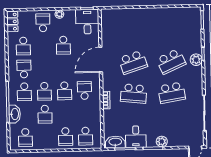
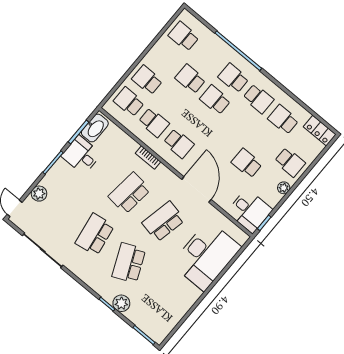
desk: (131, 24) -> (206, 255), added
plant: (196, 60) -> (121, 303), moved
school desk: (133, 62) -> (163, 221), turned 30
school desk: (64, 91) -> (154, 123), moved, turned 180
washbasin: (15, 114) -> (219, 47), removed
plant: (162, 142) -> (39, 194), moved

